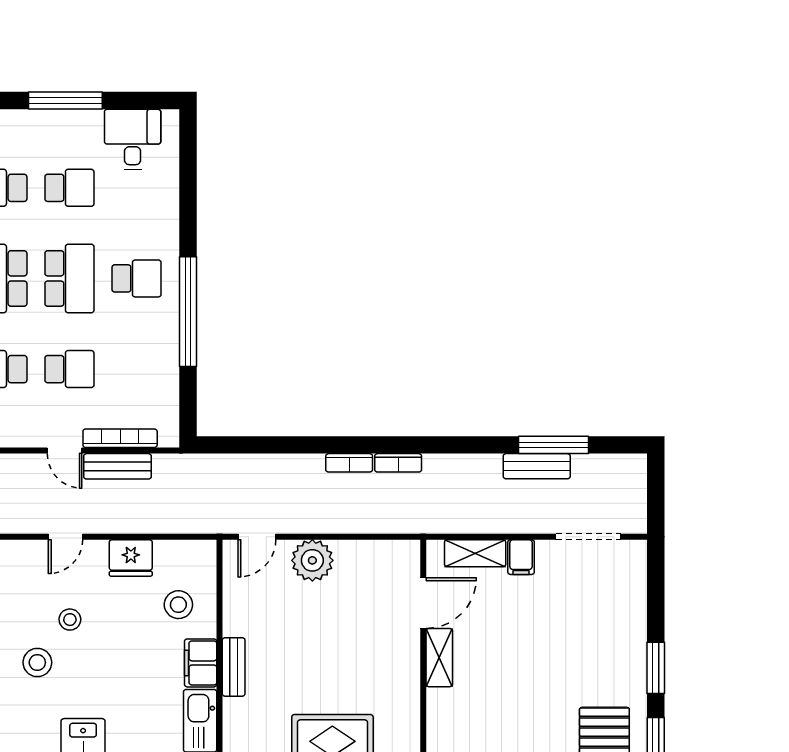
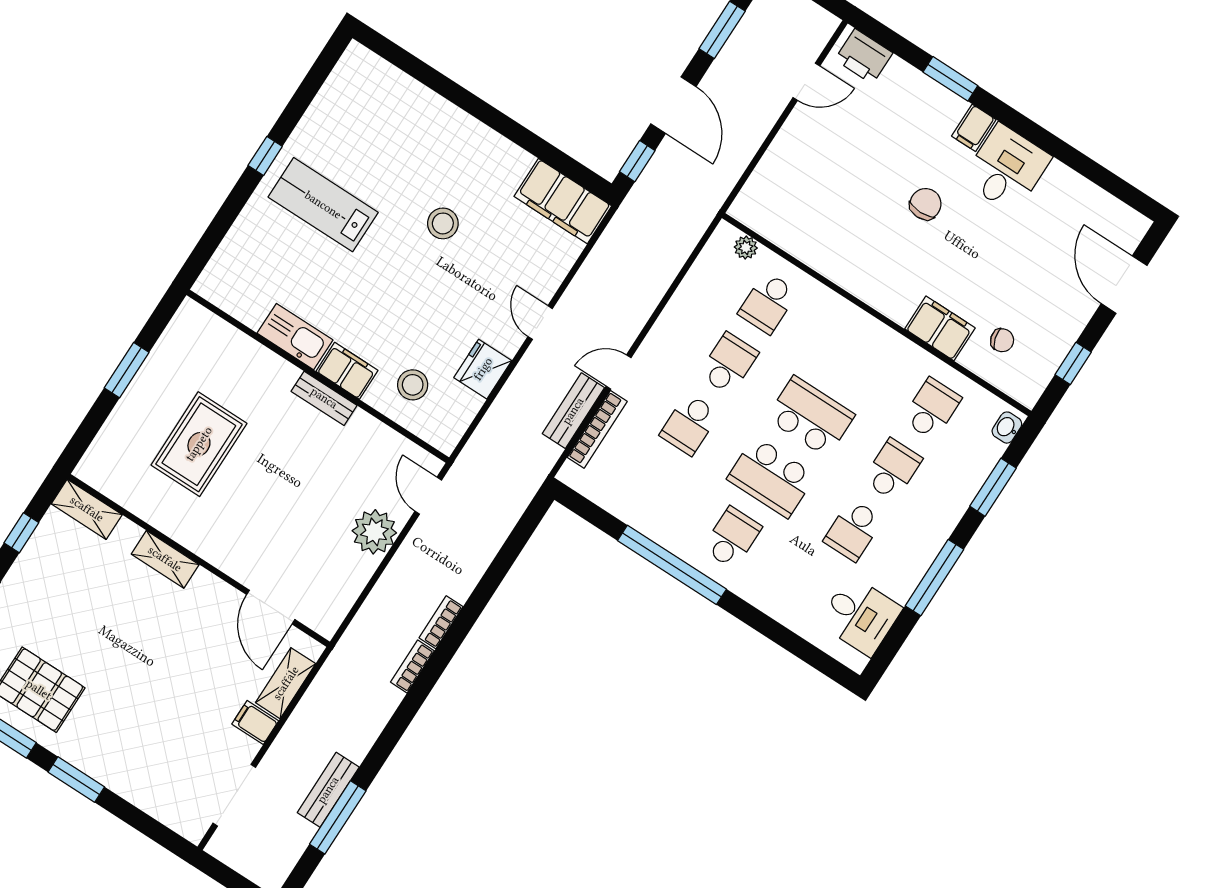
school desk: (137, 278) -> (732, 538), turned 180
stool: (70, 620) -> (463, 278), removed
shelving: (439, 658) -> (165, 559), moved

